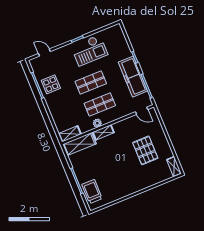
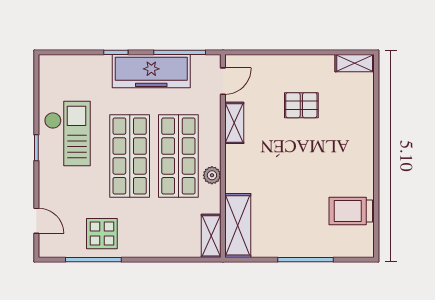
door: (44, 53) -> (36, 221), swing flipped
shop shelf: (91, 83) -> (130, 156), width x1.43, depth x1.36
shop shelf: (100, 104) -> (178, 156), width x1.43, depth x1.36
shelving: (103, 132) -> (234, 123), moved
pallet: (145, 150) -> (301, 105), width x0.67, depth x0.71
trolley: (92, 192) -> (351, 211), moved

